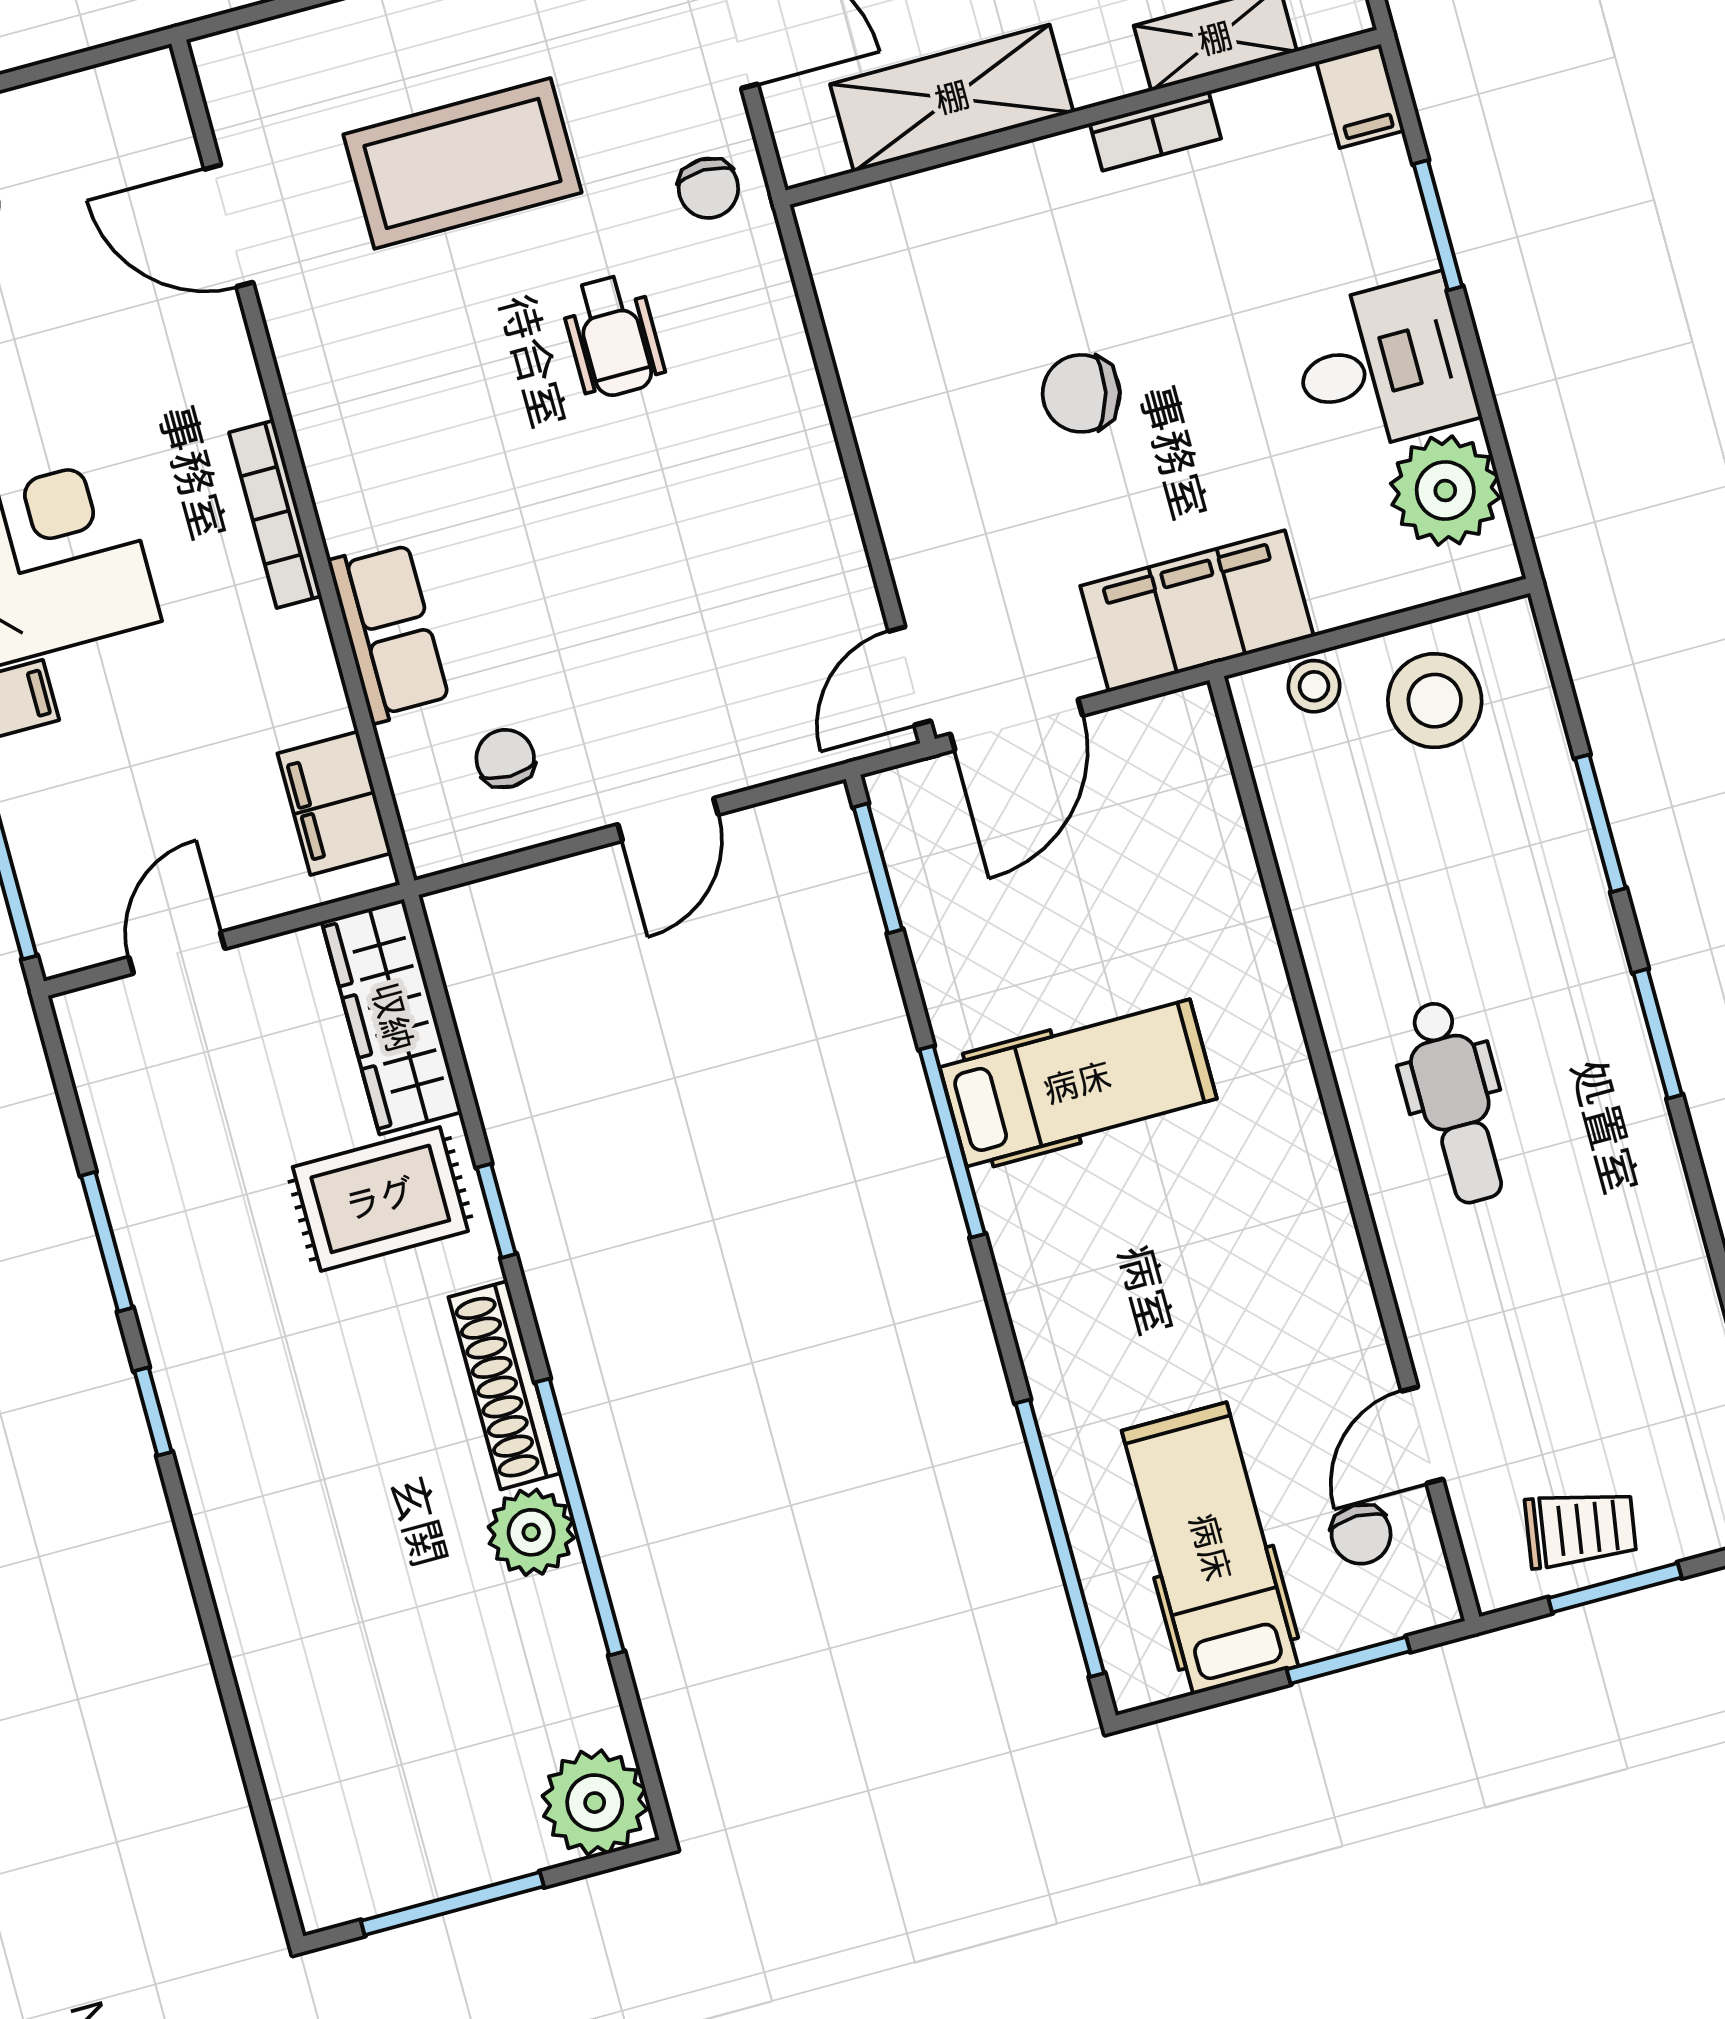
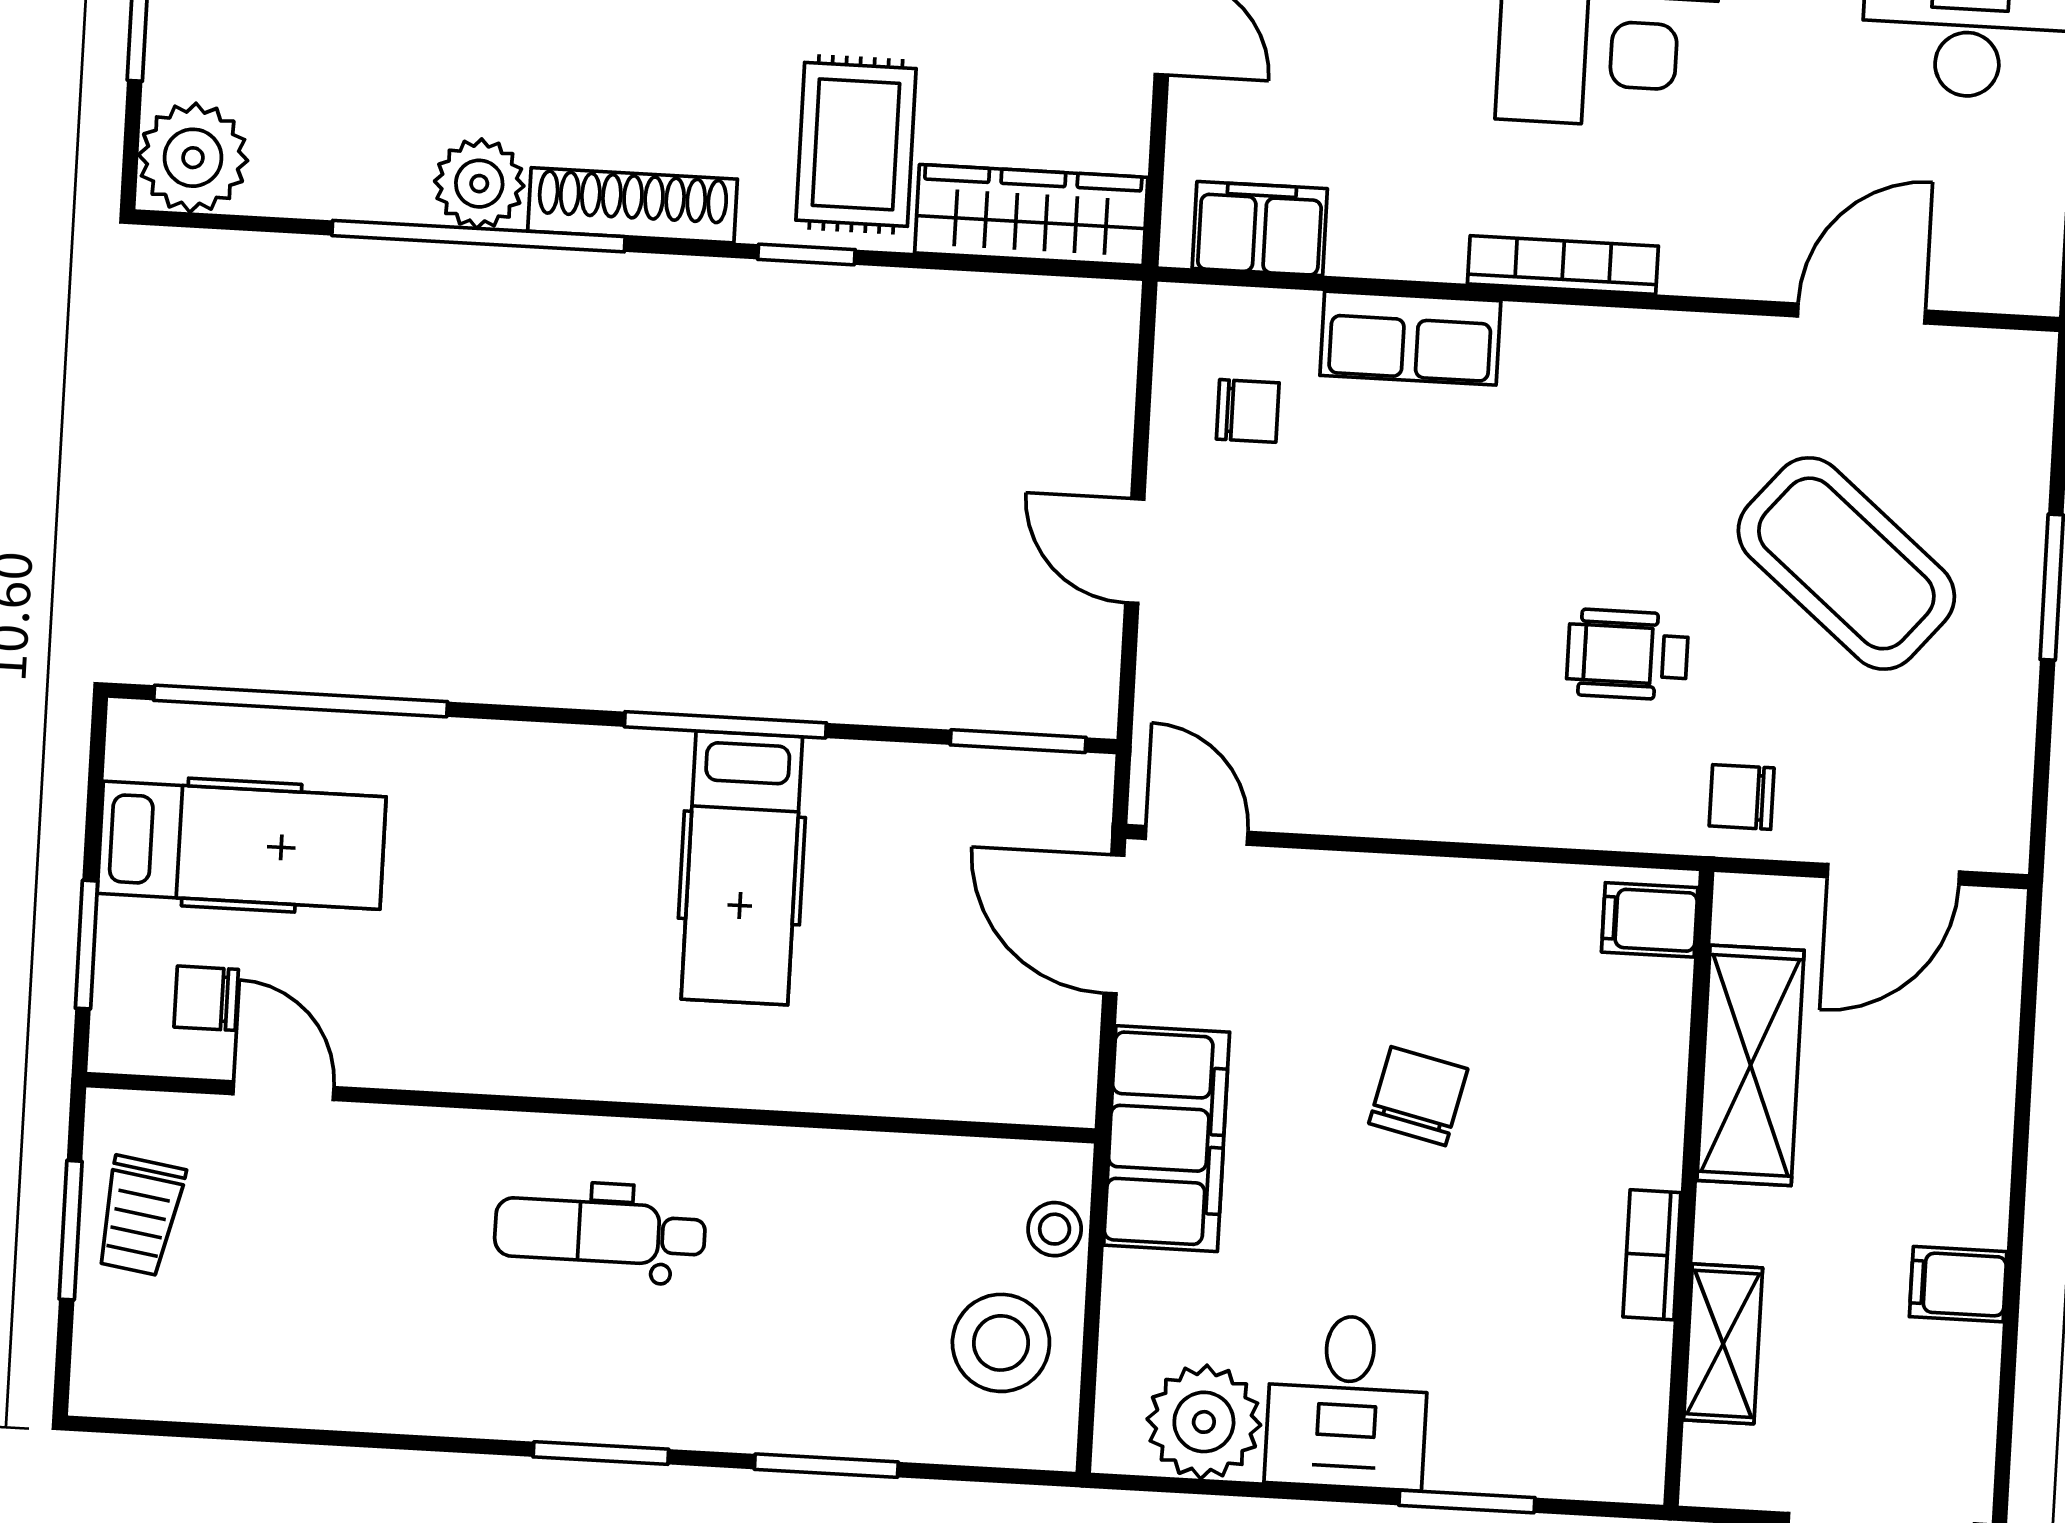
filing cabinet: (1360, 96) -> (1650, 920), moved
coffee table: (463, 163) -> (1846, 563), turned -50

